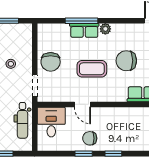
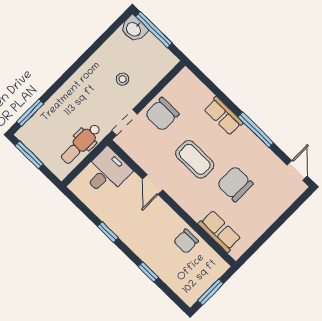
window: (81, 21) -> (256, 130), moved
plant: (105, 29) -> (245, 134), removed
chair: (90, 138) -> (186, 241), moved, turned -90
window: (113, 154) -> (148, 272), moved

